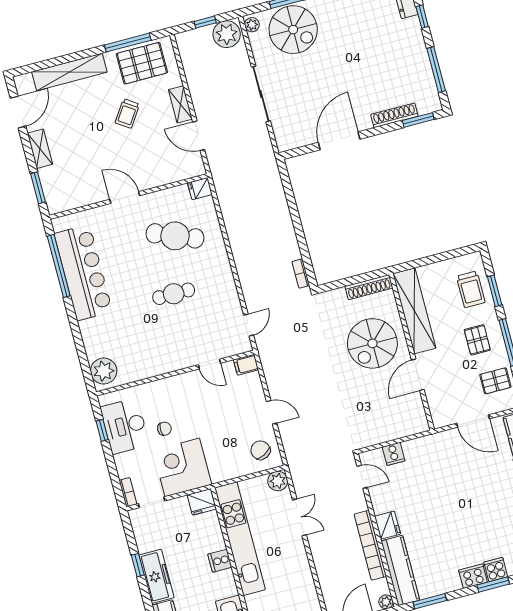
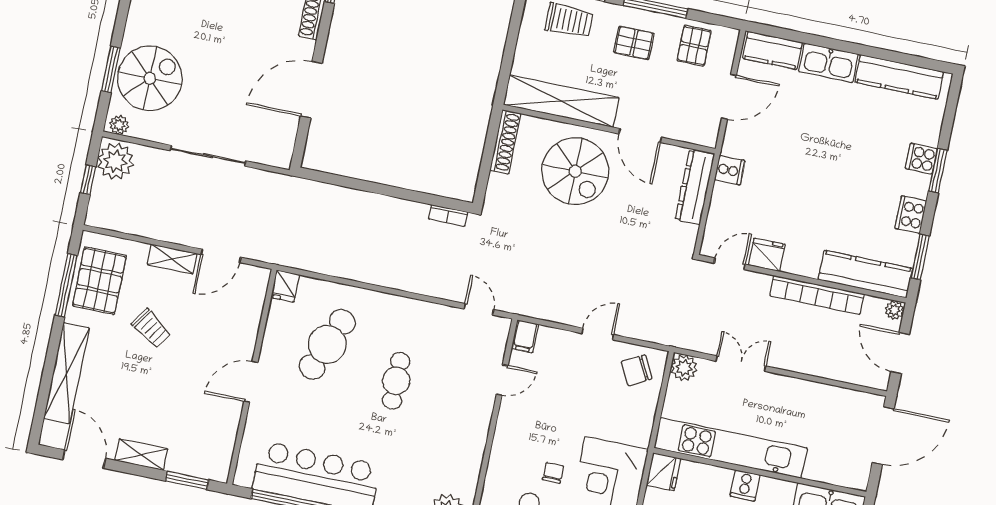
door: (339, 141) -> (311, 90), hinge flipped
dresser: (402, 428) -> (695, 187), added
cooker: (394, 454) -> (730, 170), moved
fridge: (387, 525) -> (767, 255), moved
cooker: (473, 576) -> (911, 215), moved

